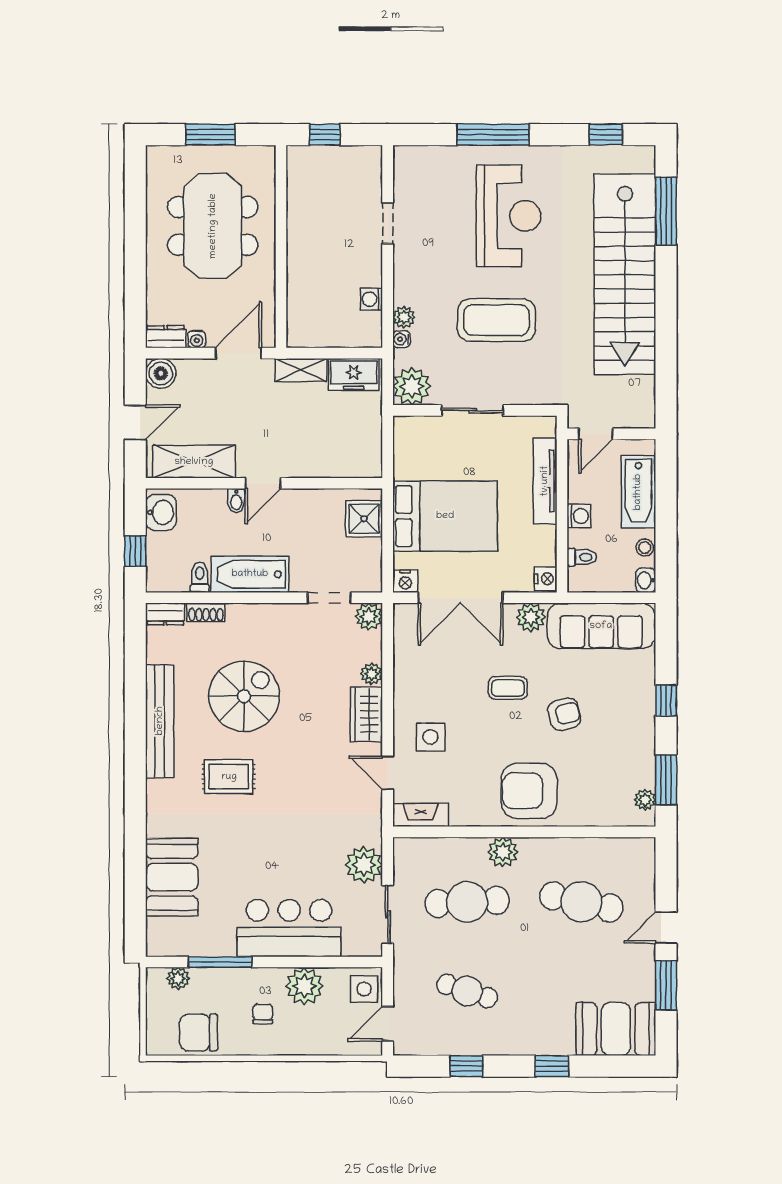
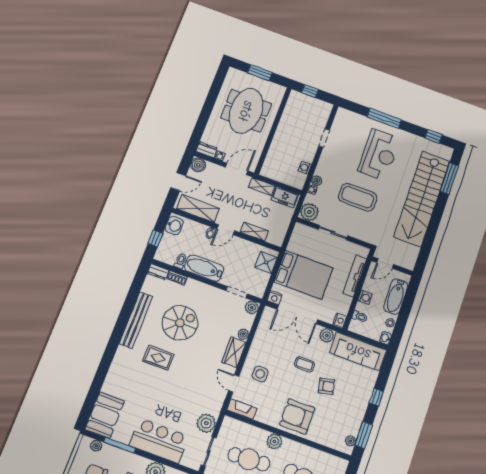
shelving: (319, 466) -> (254, 232), added
booth: (172, 877) -> (105, 415), moved

